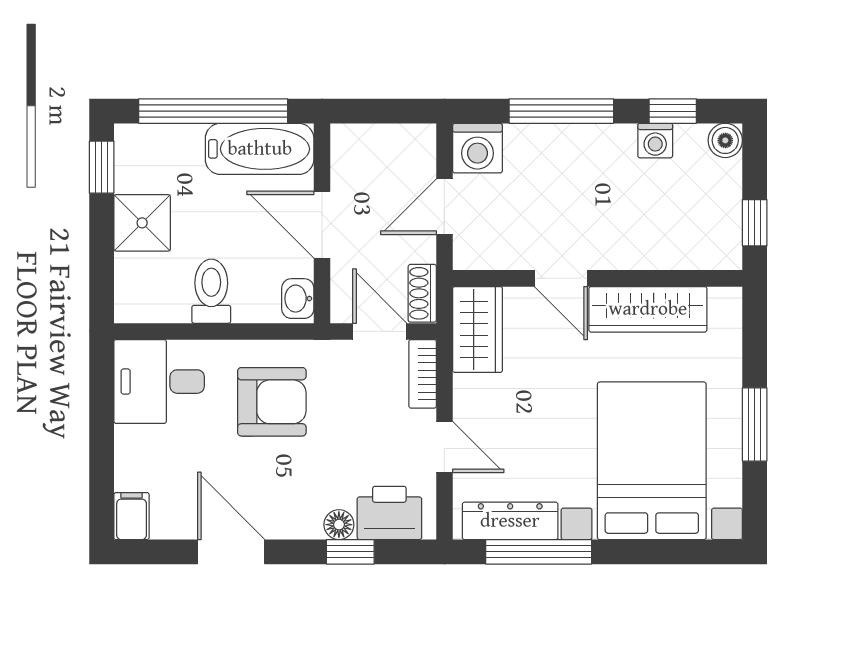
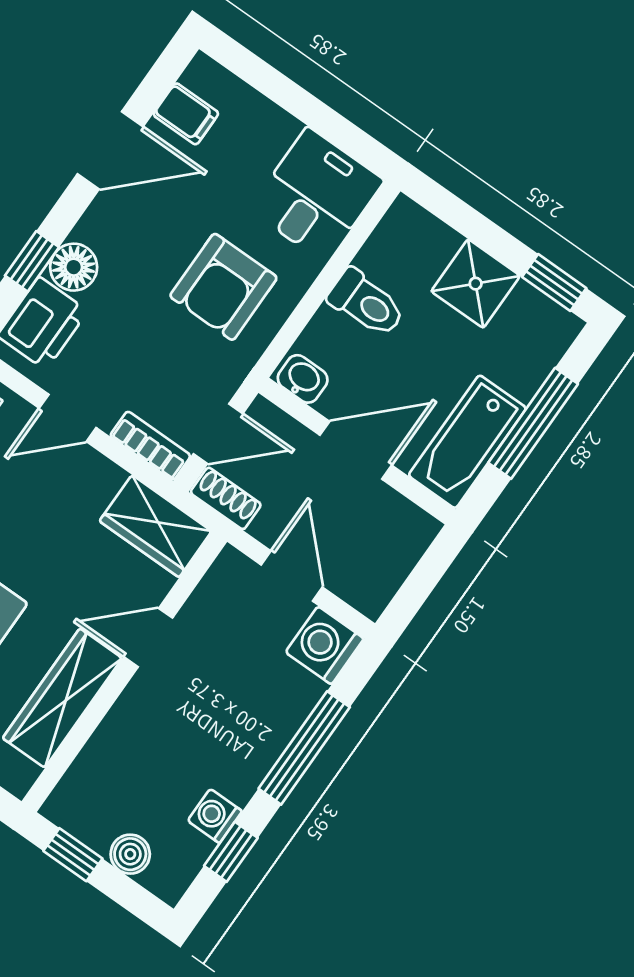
window: (213, 111) -> (533, 423), width x0.68
boiler: (725, 140) -> (130, 854), moved
filing cabinet: (132, 516) -> (186, 114), moved
floor lamp: (339, 525) -> (74, 267), width x1.37, depth x1.37

